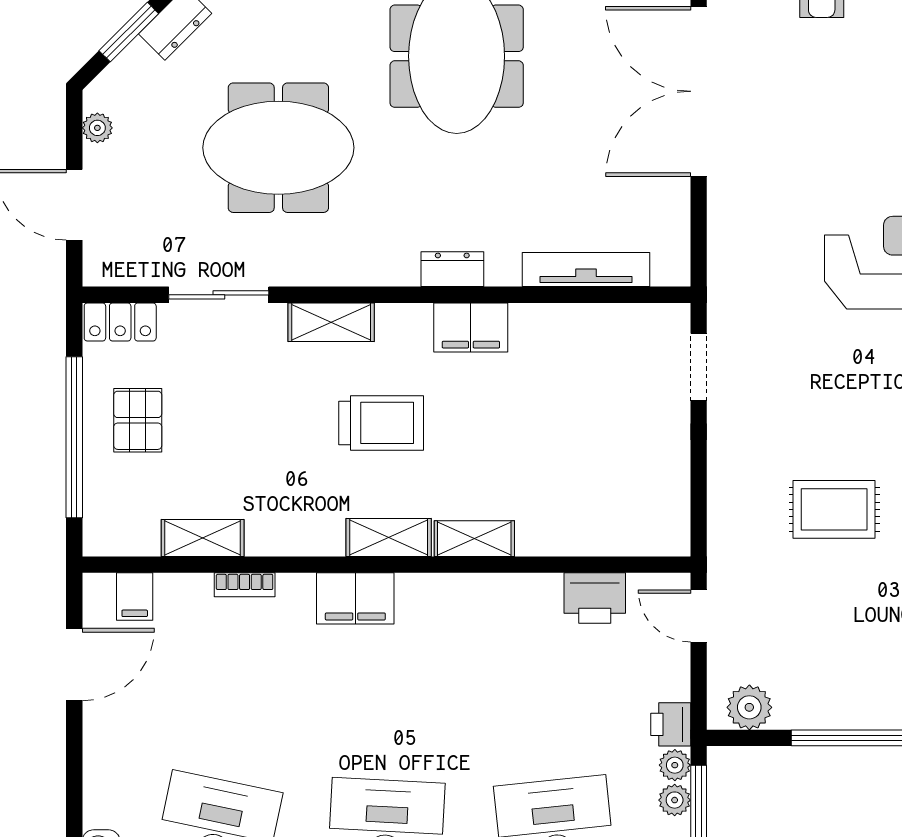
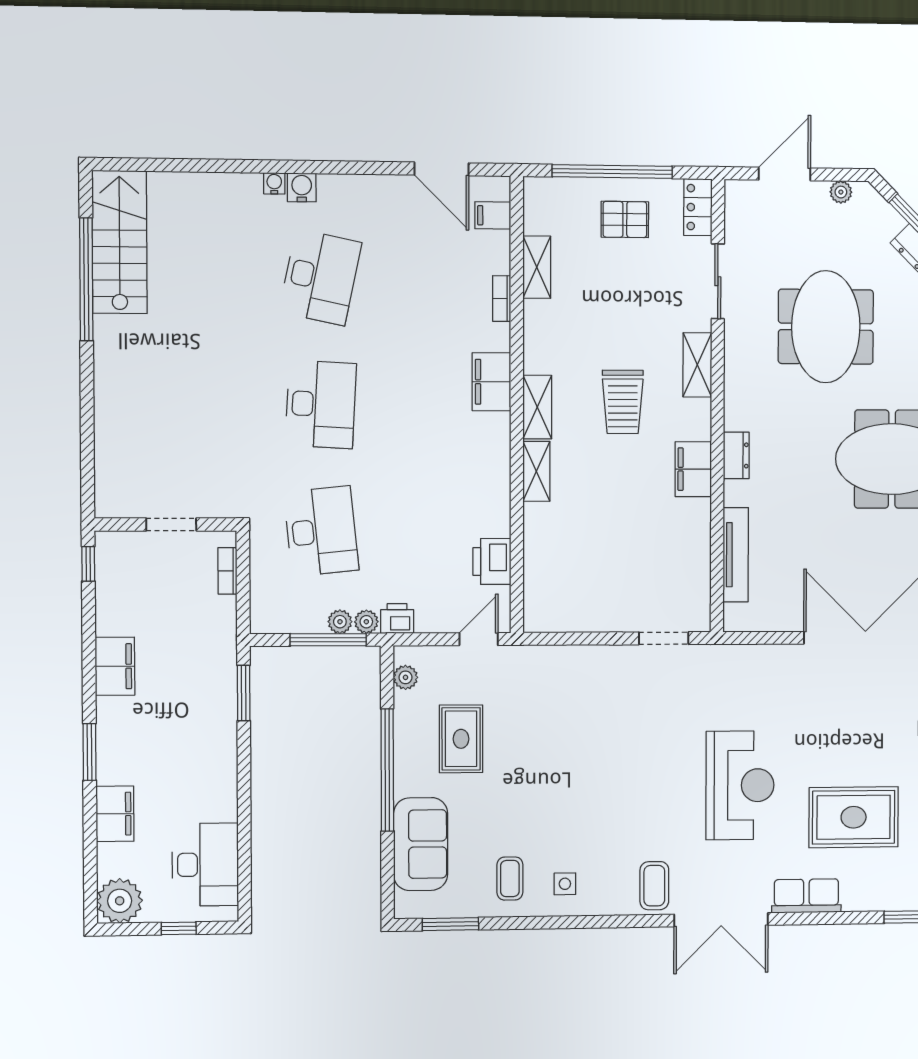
rug: (834, 509) -> (461, 739), moved
plant: (749, 707) -> (405, 677), width x0.73, depth x0.73

